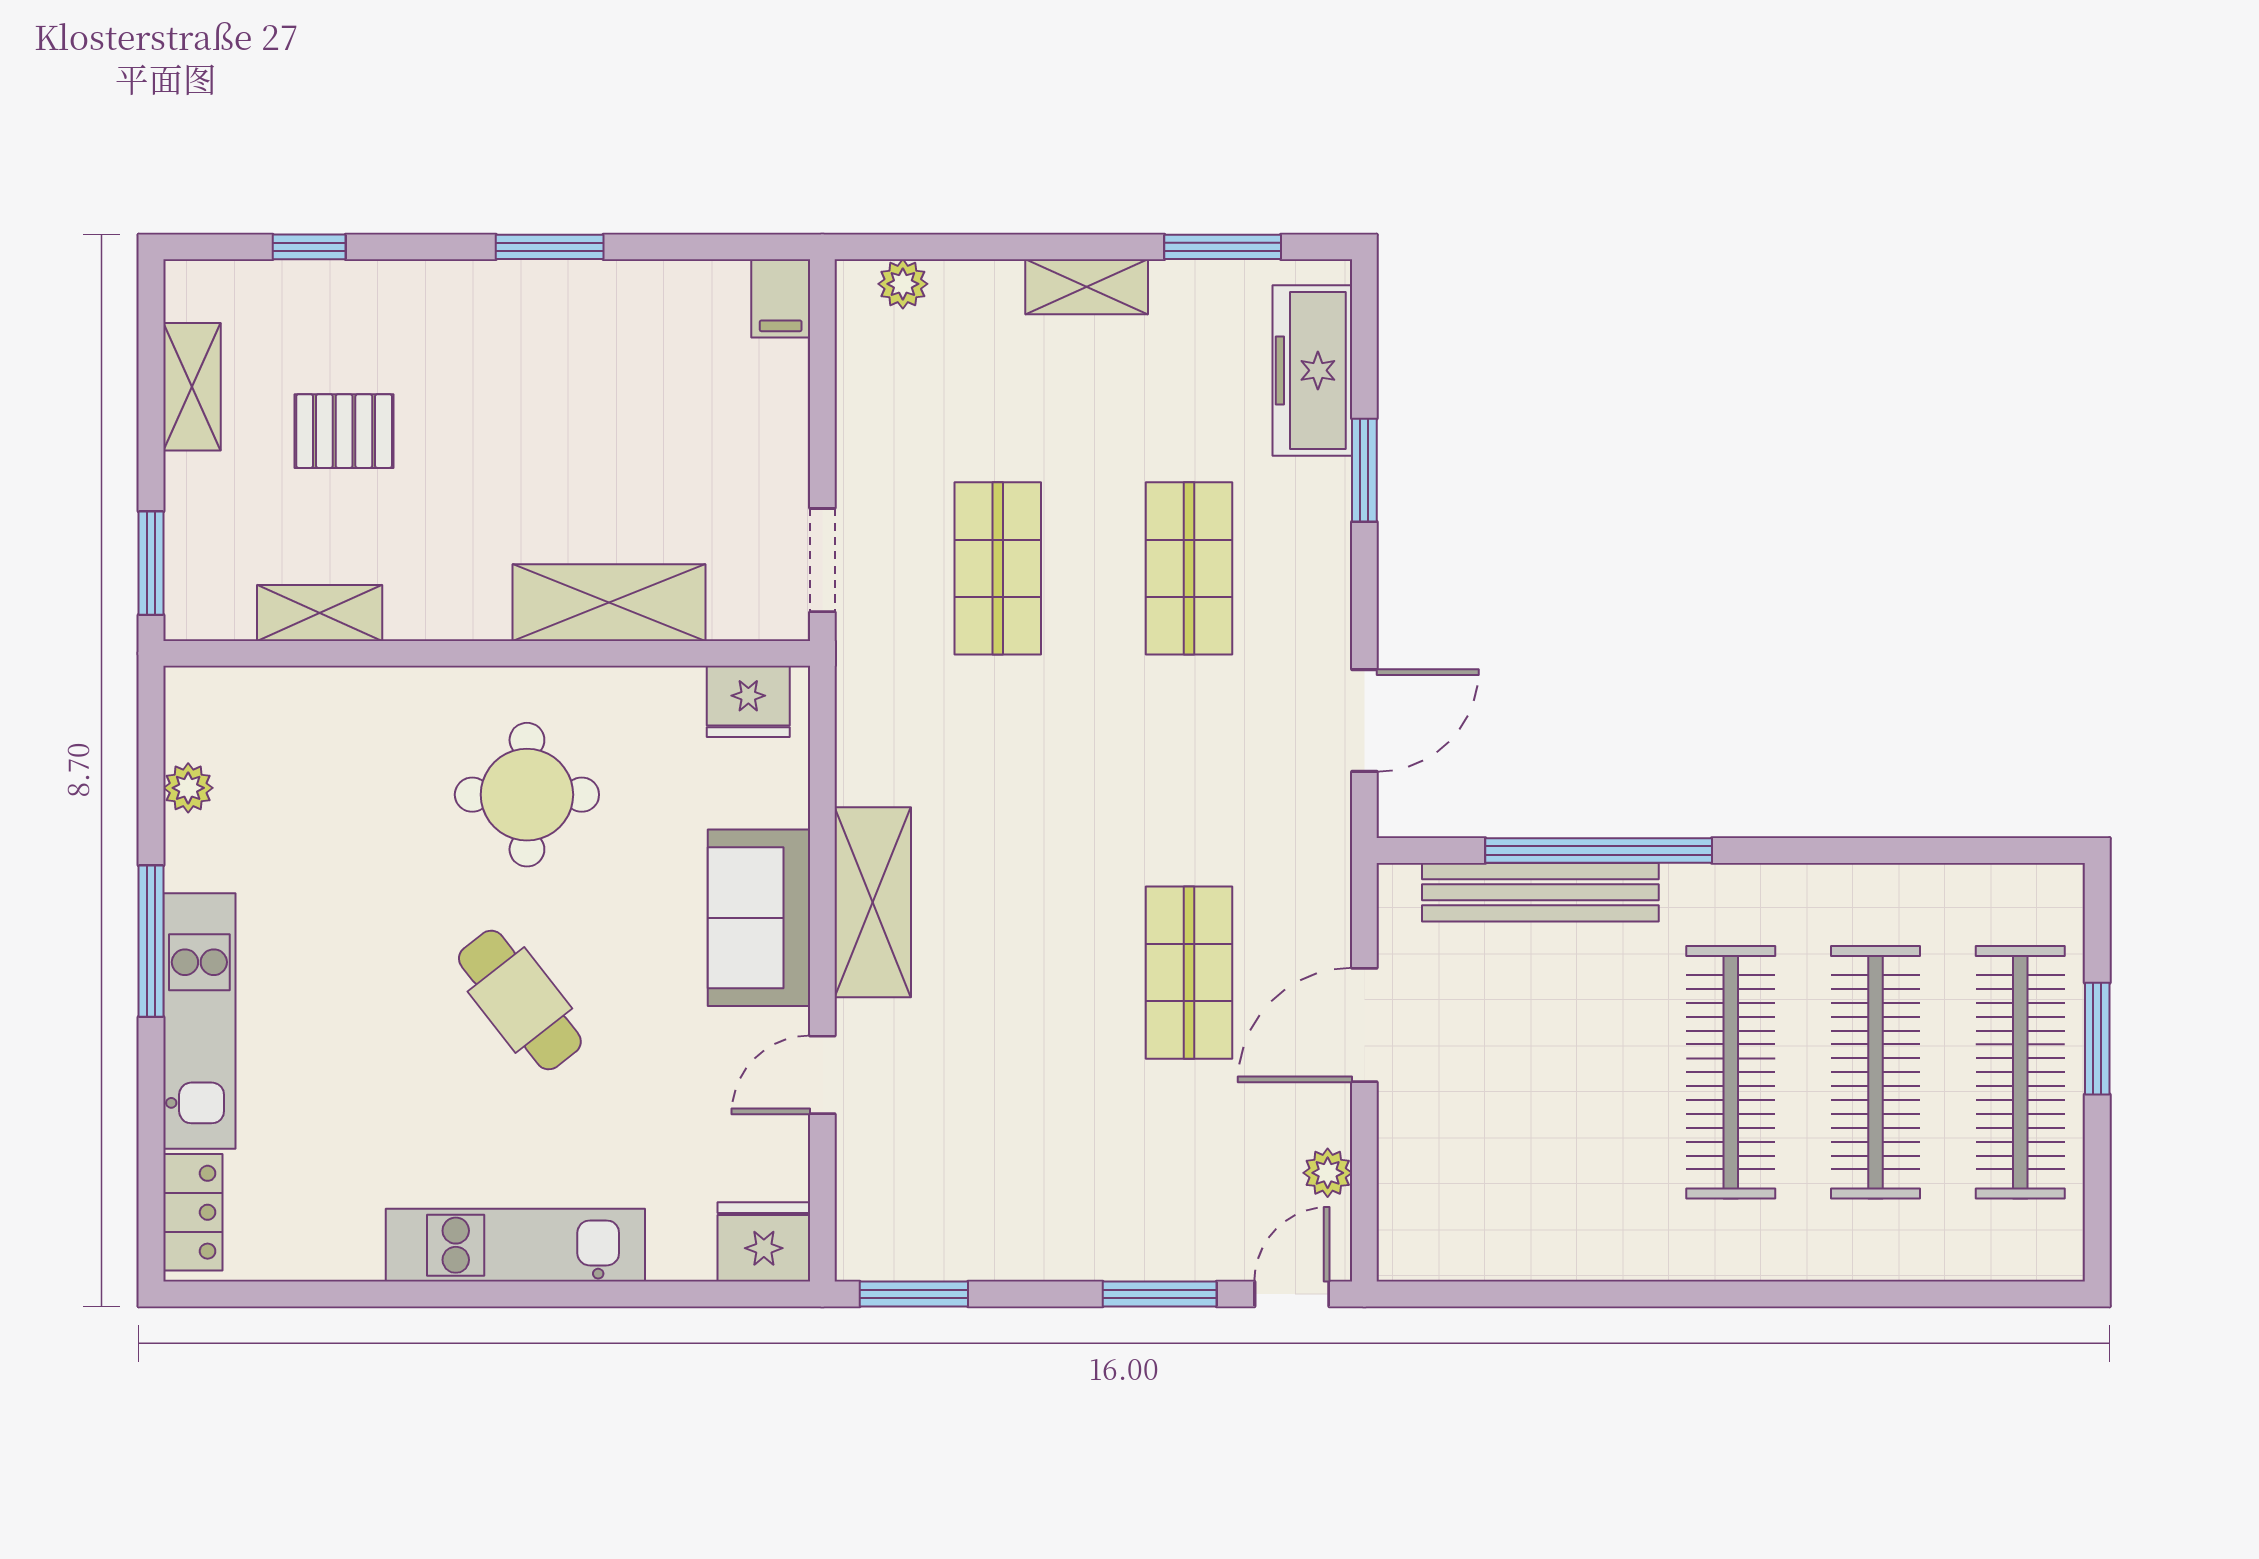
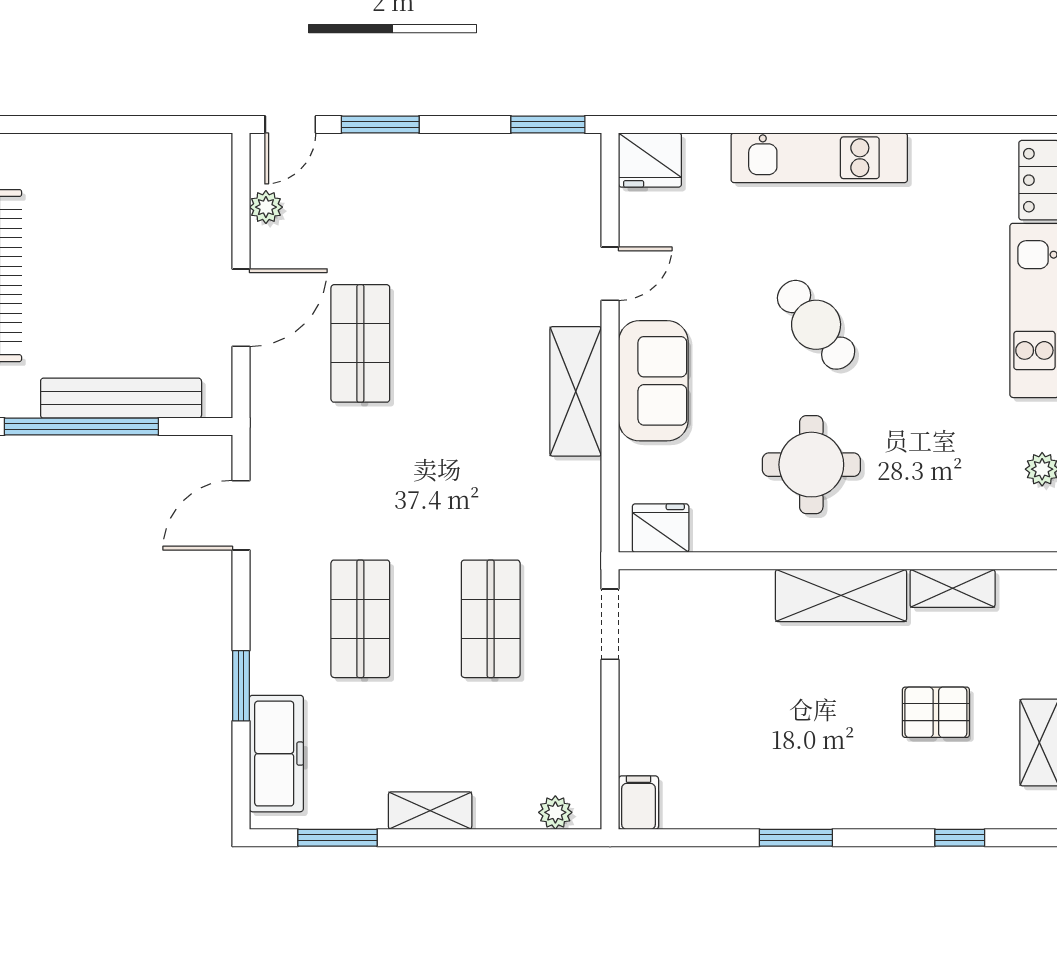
shelving: (609, 603) -> (841, 595), moved

